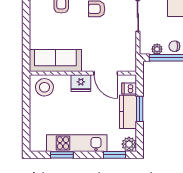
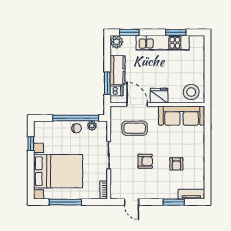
coffee table: (108, 46) -> (135, 128), added
window: (140, 109) -> (107, 83), moved

